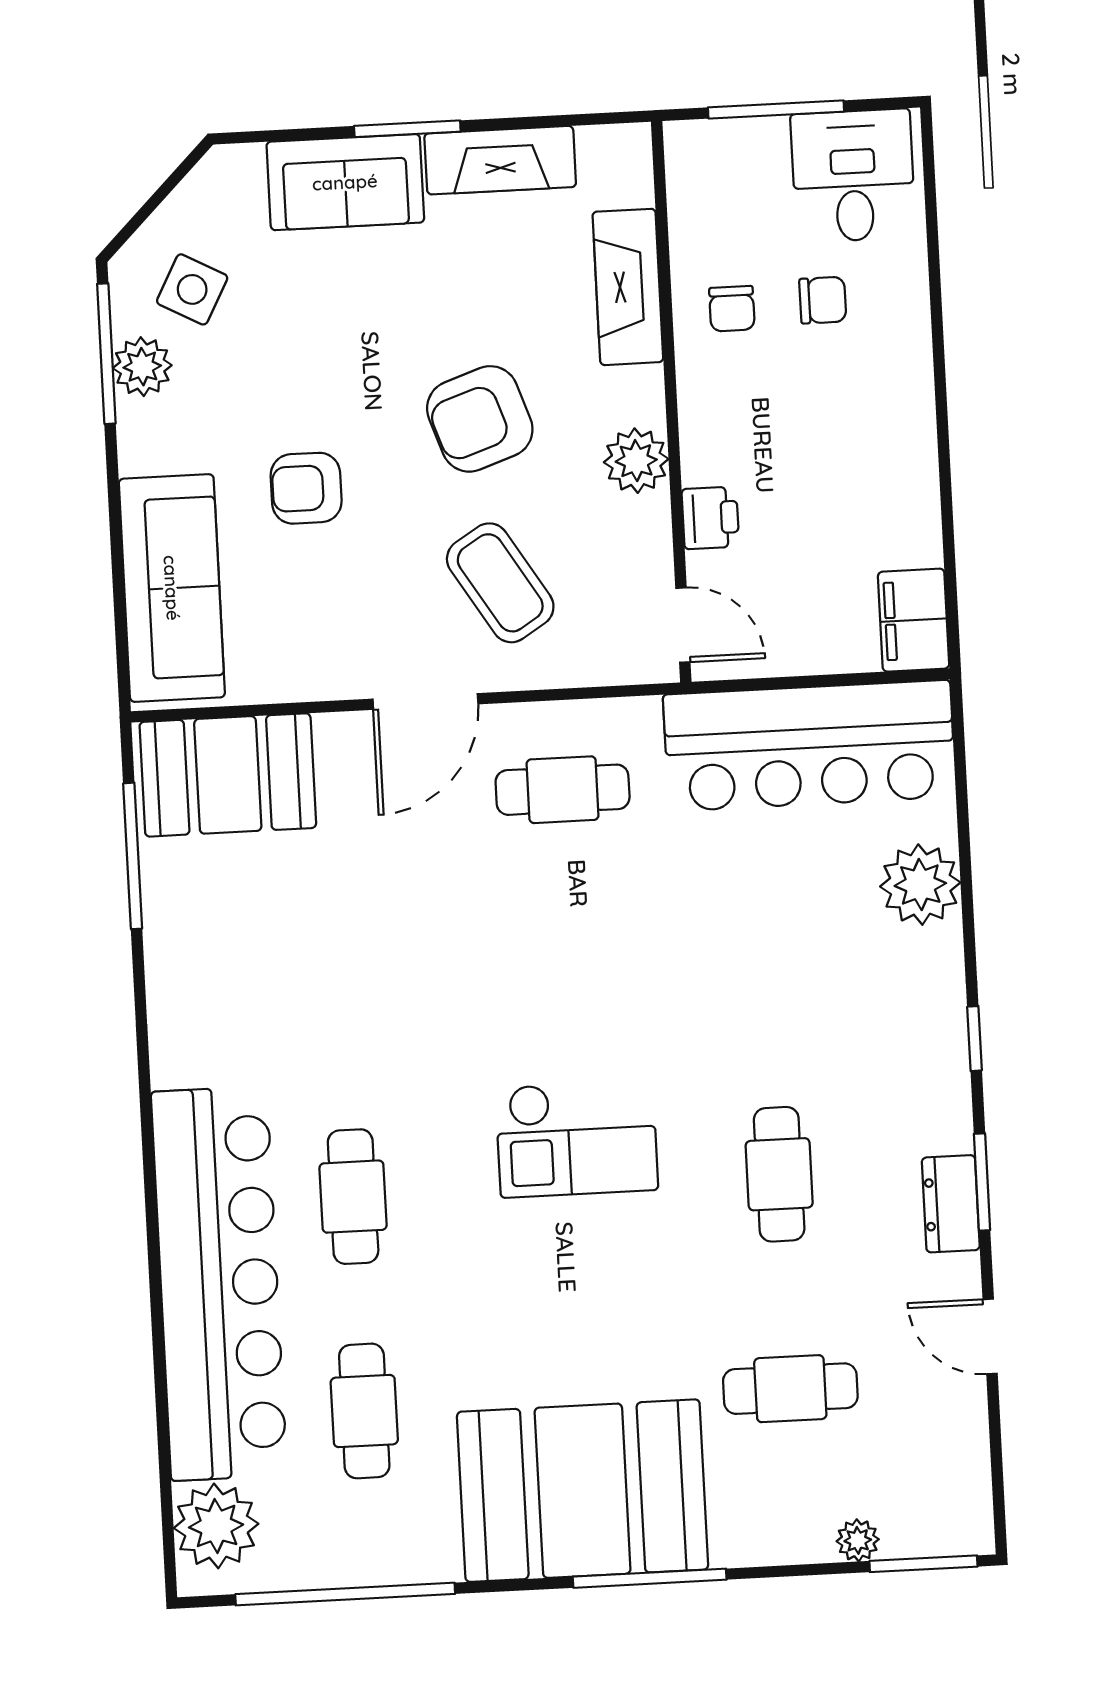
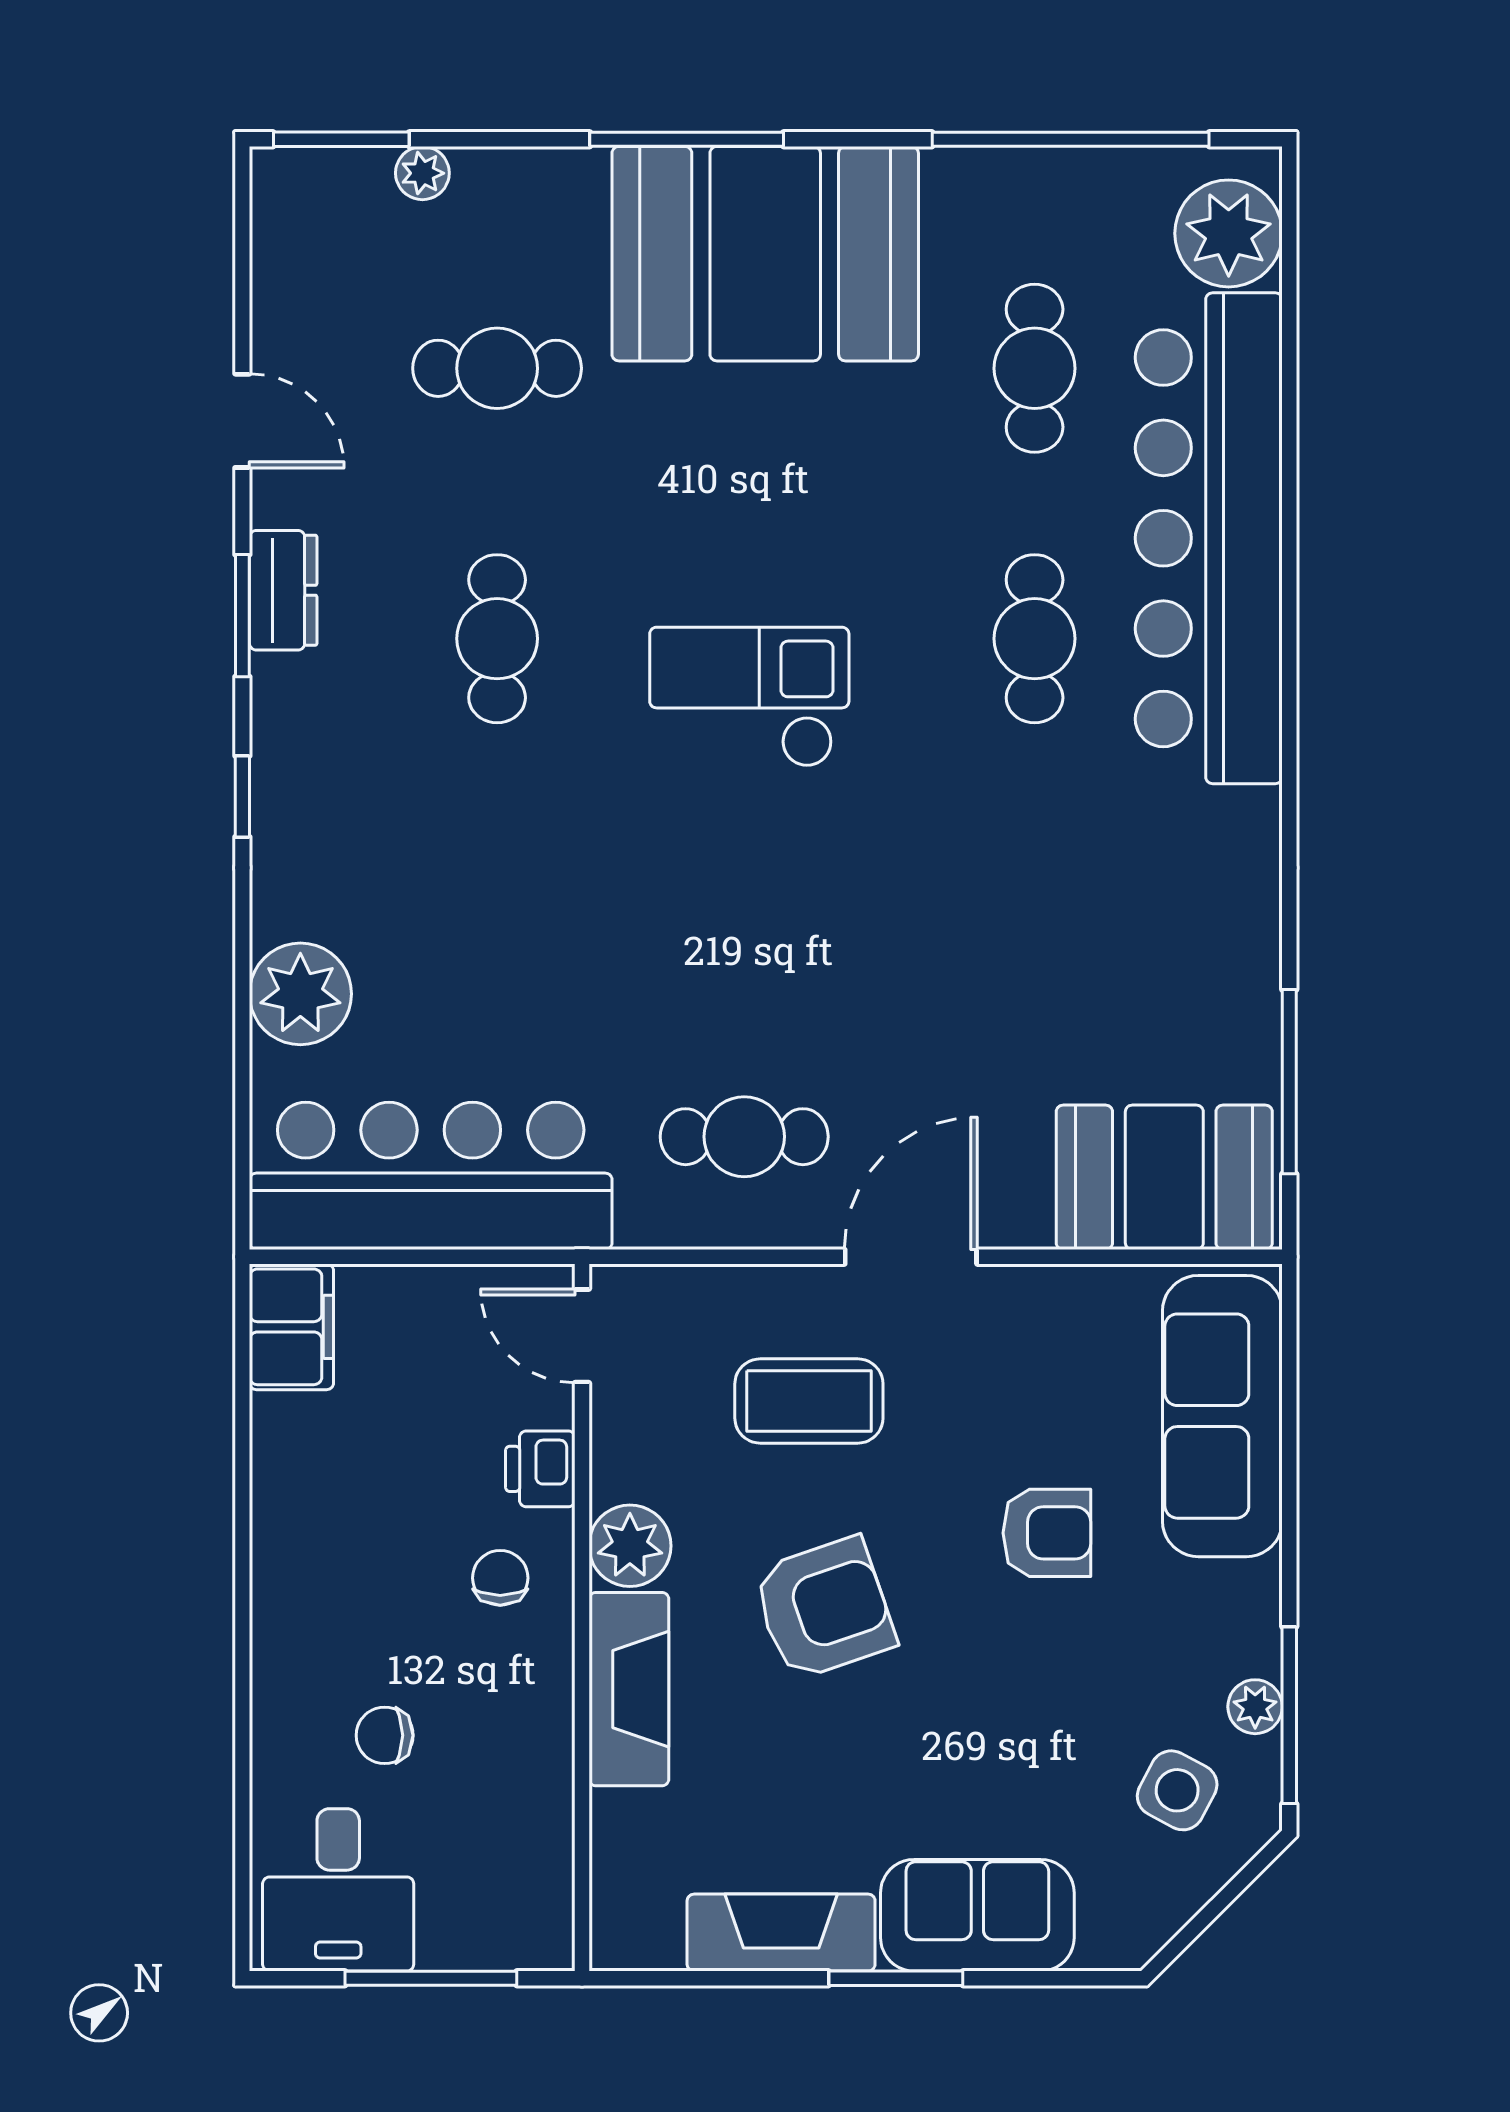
fireplace: (628, 287) -> (629, 1689), moved
chair: (732, 309) -> (500, 1578), moved
plant: (142, 367) -> (1255, 1707), width x0.73, depth x0.73
coffee table: (500, 583) -> (809, 1401), turned -58

